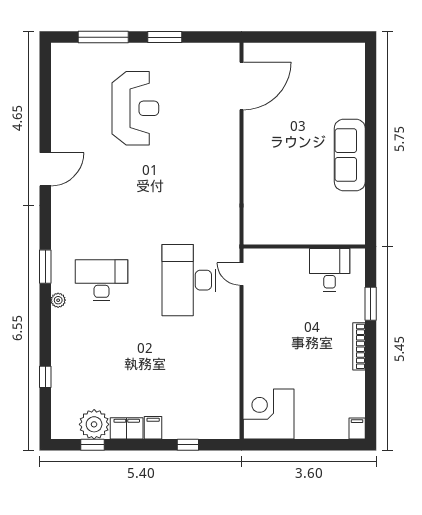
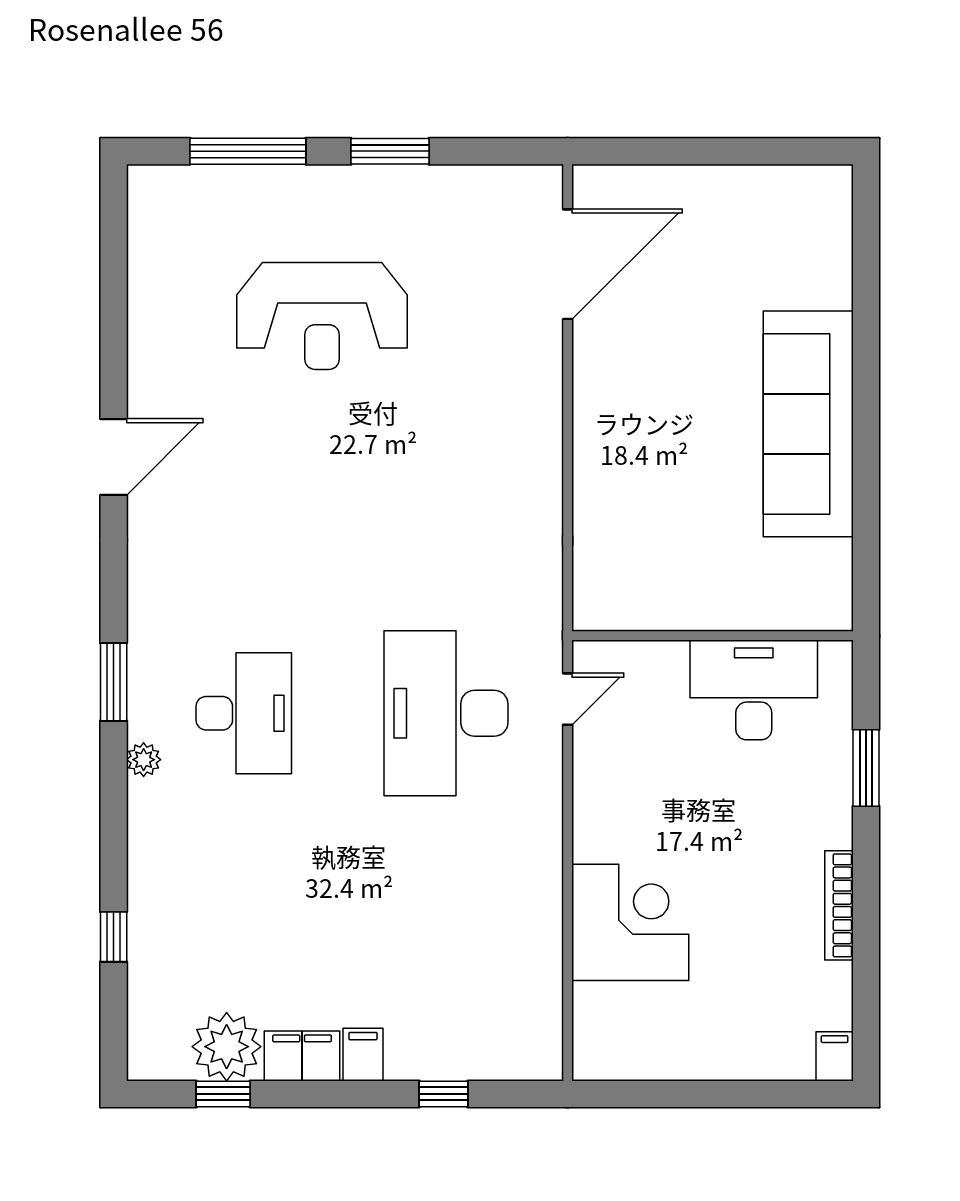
reception desk: (135, 108) -> (322, 316), turned 90
sofa: (350, 155) -> (808, 424), width x1.36, depth x1.27
desk: (330, 270) -> (754, 690), width x1.37
door: (242, 274) -> (568, 699), swing flipped
desk: (102, 280) -> (244, 713), turned 90
bookcase: (359, 346) -> (839, 905), moved
corner desk: (269, 414) -> (630, 922), moved, turned 90

